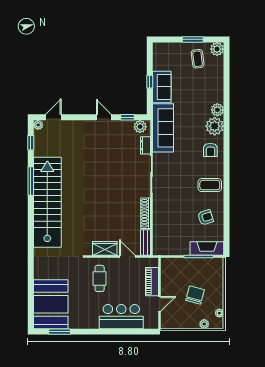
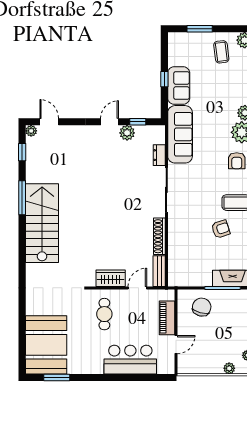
window: (193, 39) -> (200, 29), moved
door: (53, 117) -> (49, 122), hinge flipped
door: (104, 117) -> (110, 122), hinge flipped
plant: (140, 127) -> (127, 133), moved
stairs: (47, 202) -> (42, 223), width x0.73
armchair: (206, 217) -> (221, 229), moved
door: (127, 257) -> (137, 288), hinge flipped
chair: (195, 295) -> (202, 307), moved

